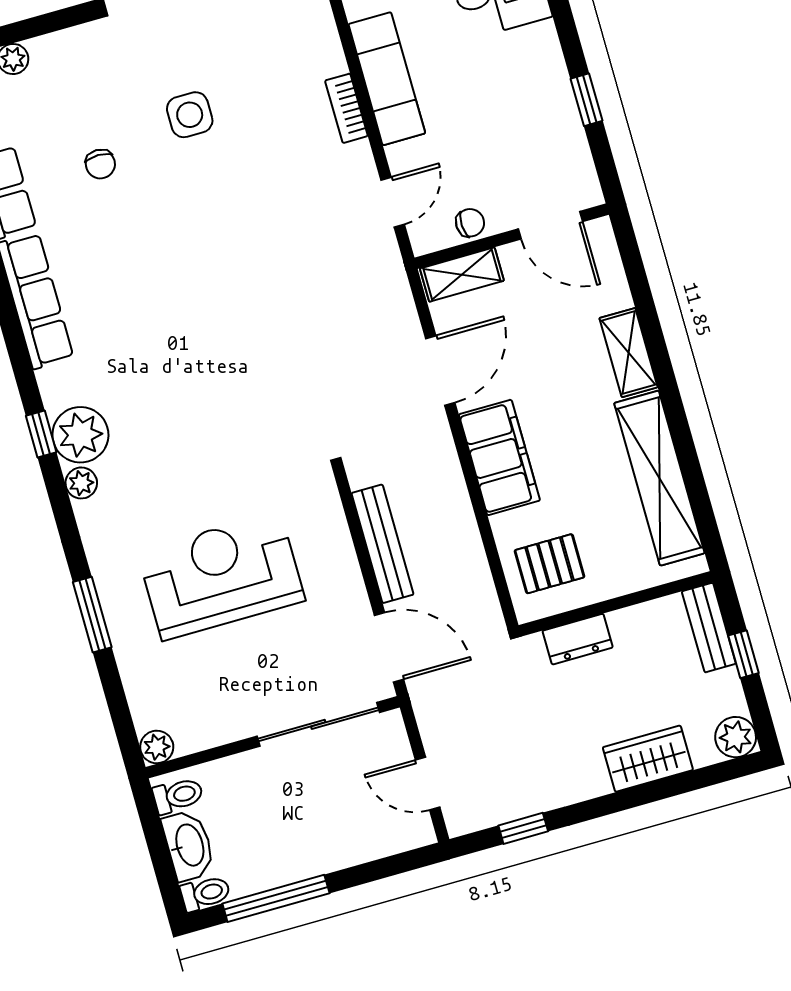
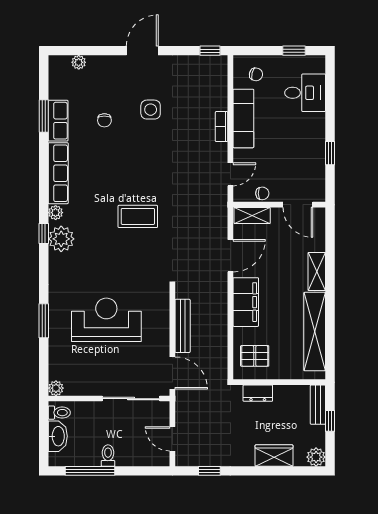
coffee table: (226, 343) -> (138, 216), added
plant: (81, 483) -> (56, 213), moved
toilet: (205, 893) -> (108, 456), moved, turned -90

